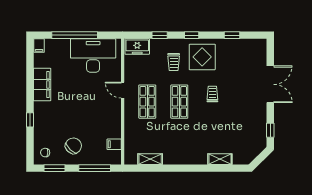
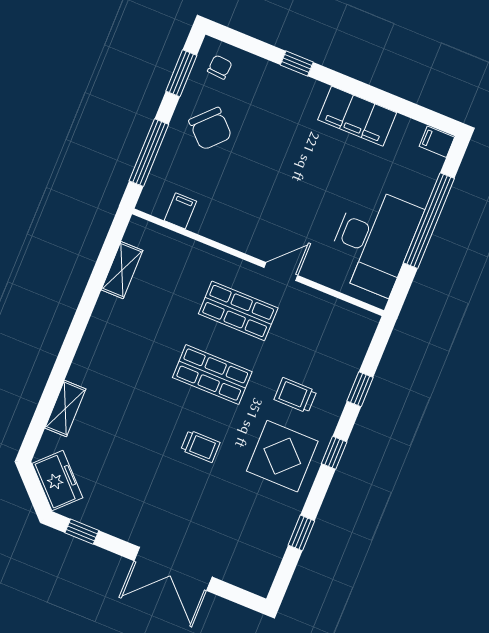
freezer: (137, 47) -> (57, 481), moved, turned 135

